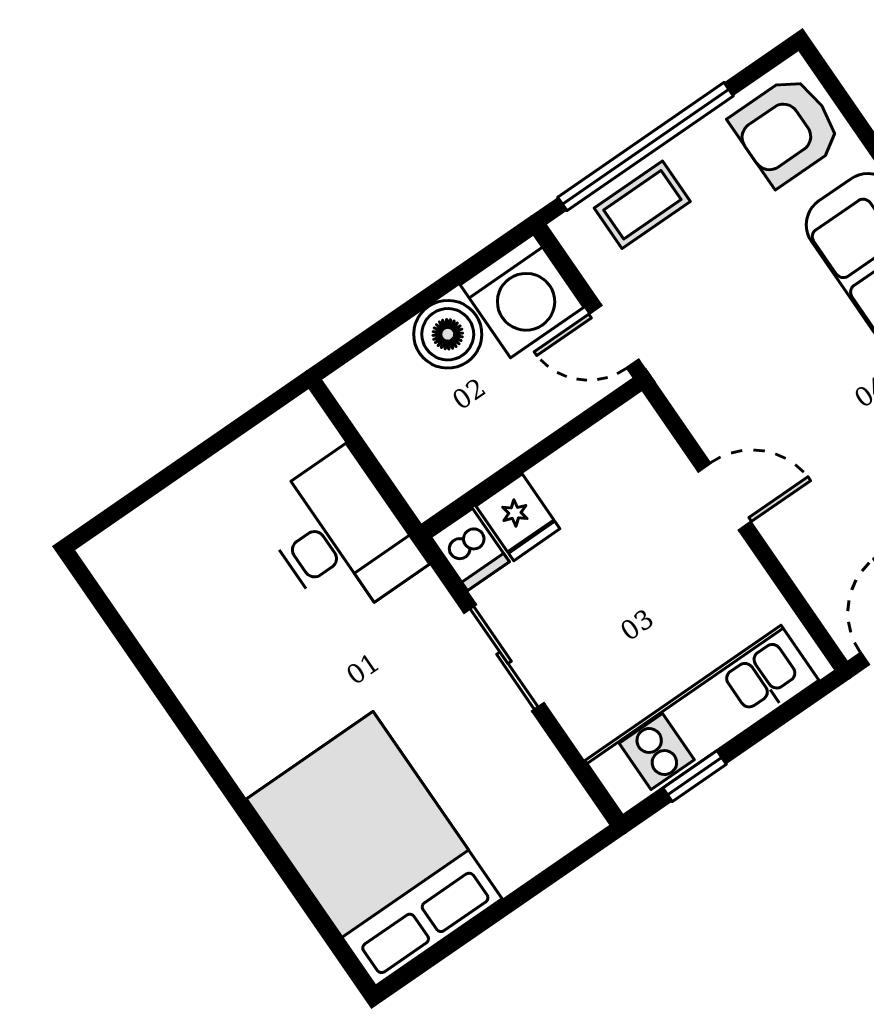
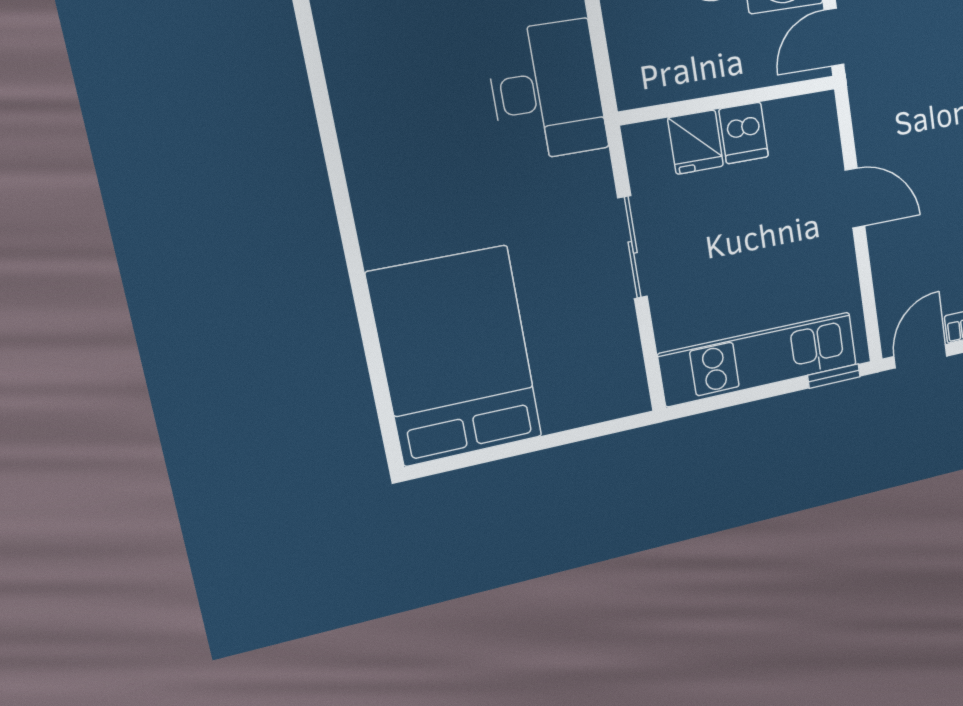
door: (614, 337) -> (834, 37), hinge flipped
dishwasher: (470, 549) -> (744, 133), moved
window: (695, 776) -> (834, 376), moved

